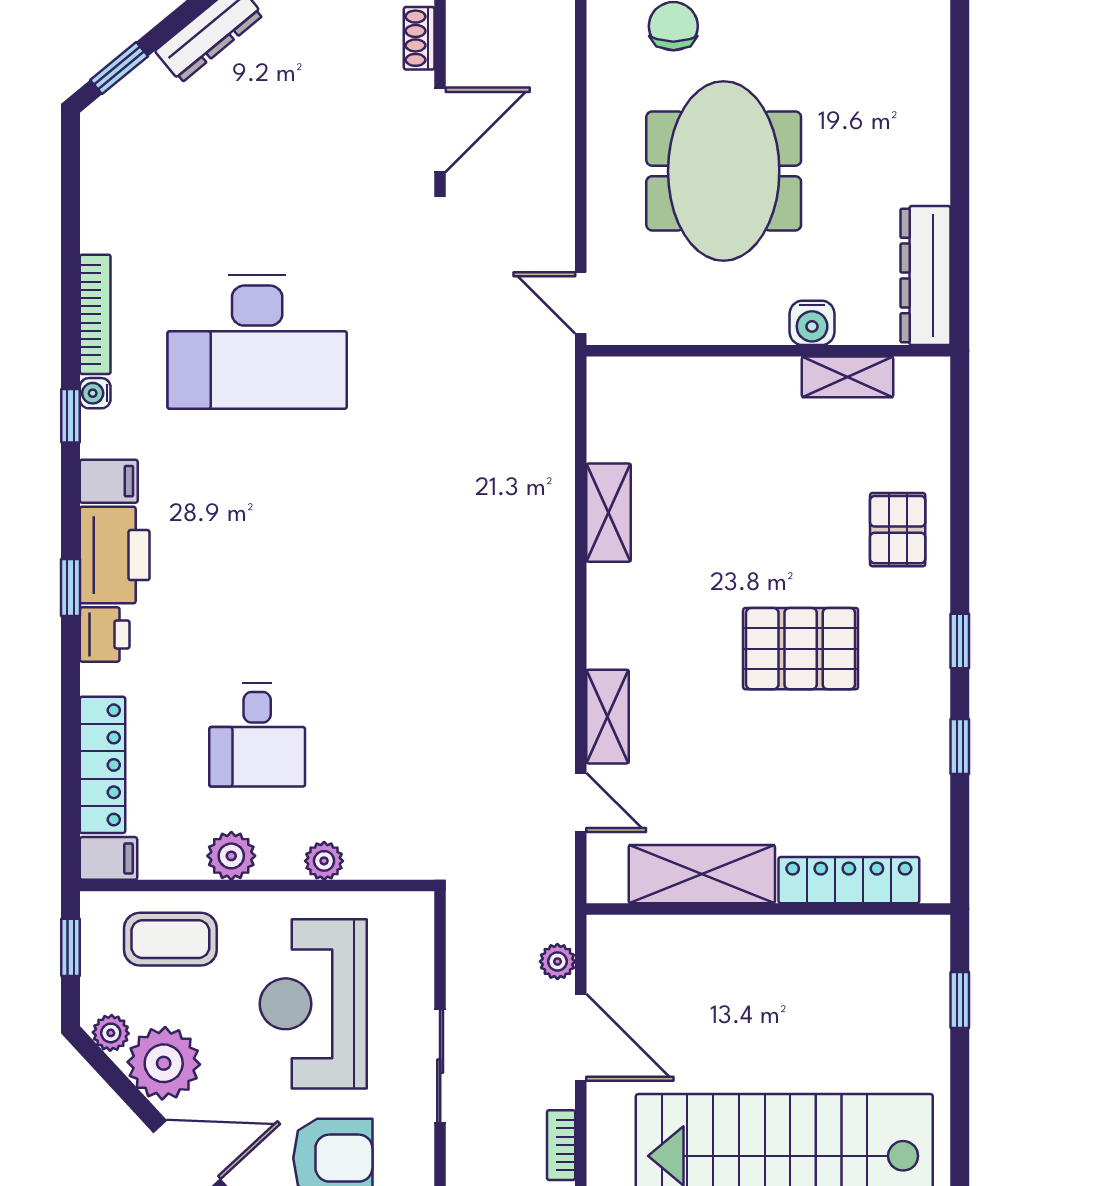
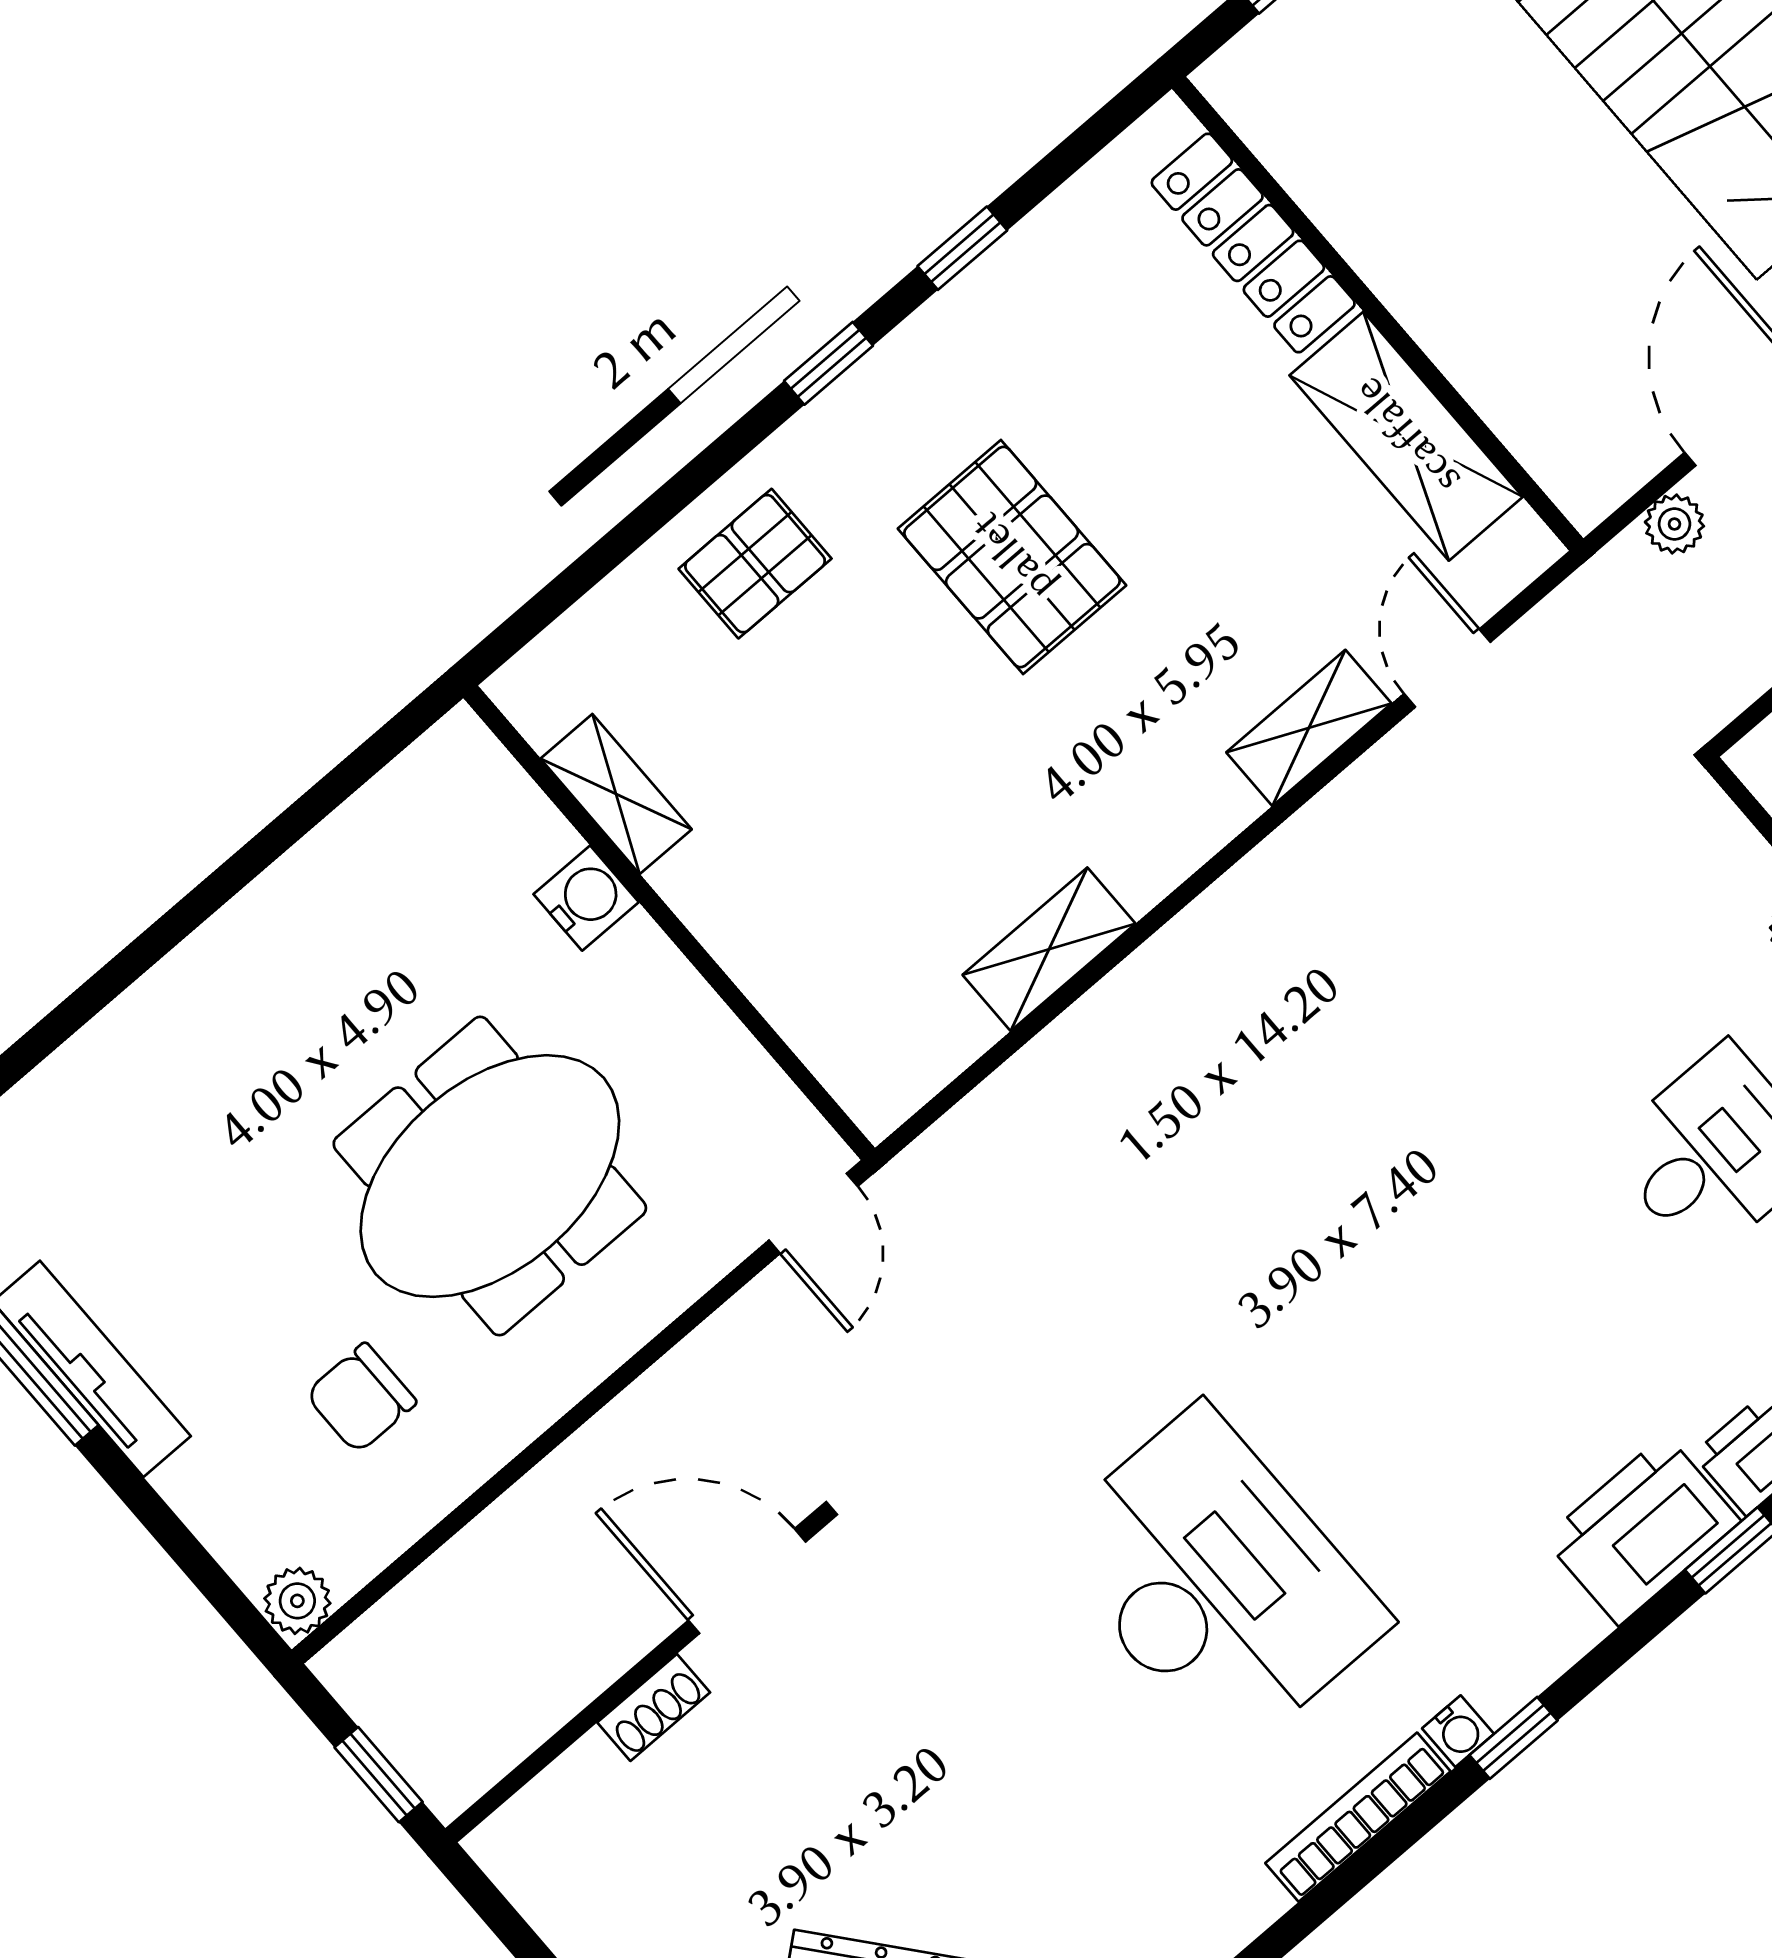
dresser: (926, 276) -> (402, 806), removed
filing cabinet: (109, 481) -> (1555, 1618), removed

